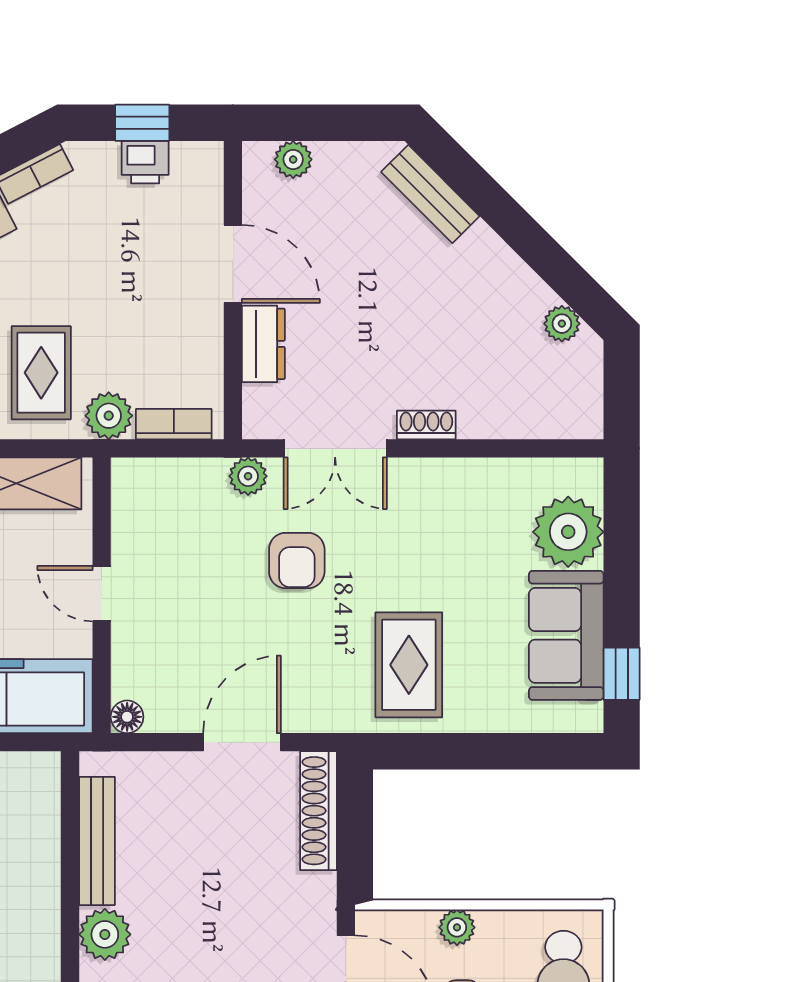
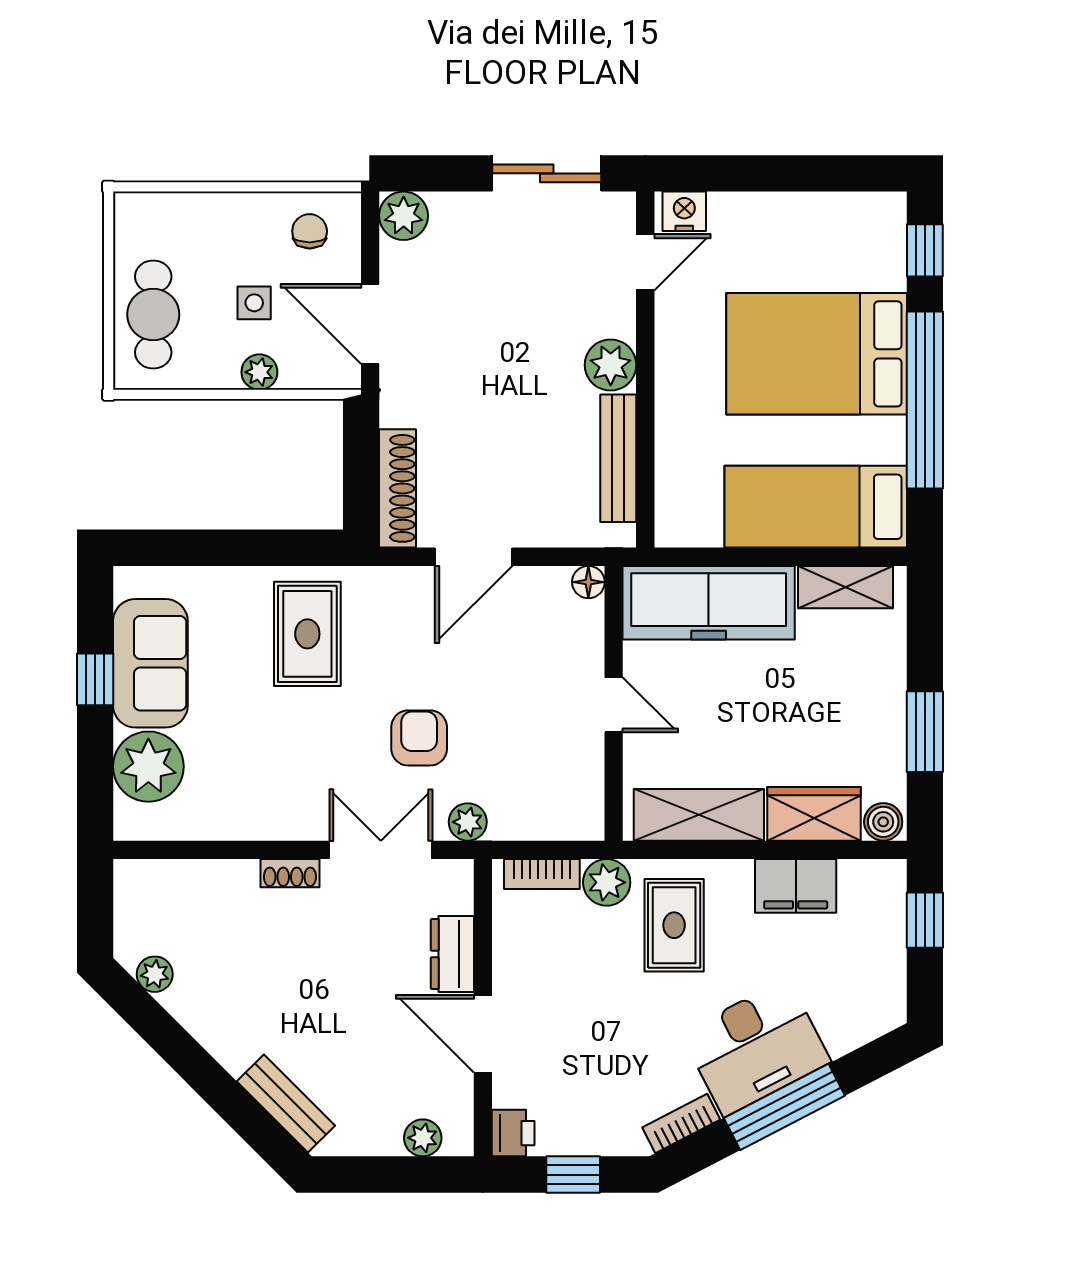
printer: (145, 162) -> (513, 1133), moved, turned 90
window: (622, 674) -> (95, 679), moved

